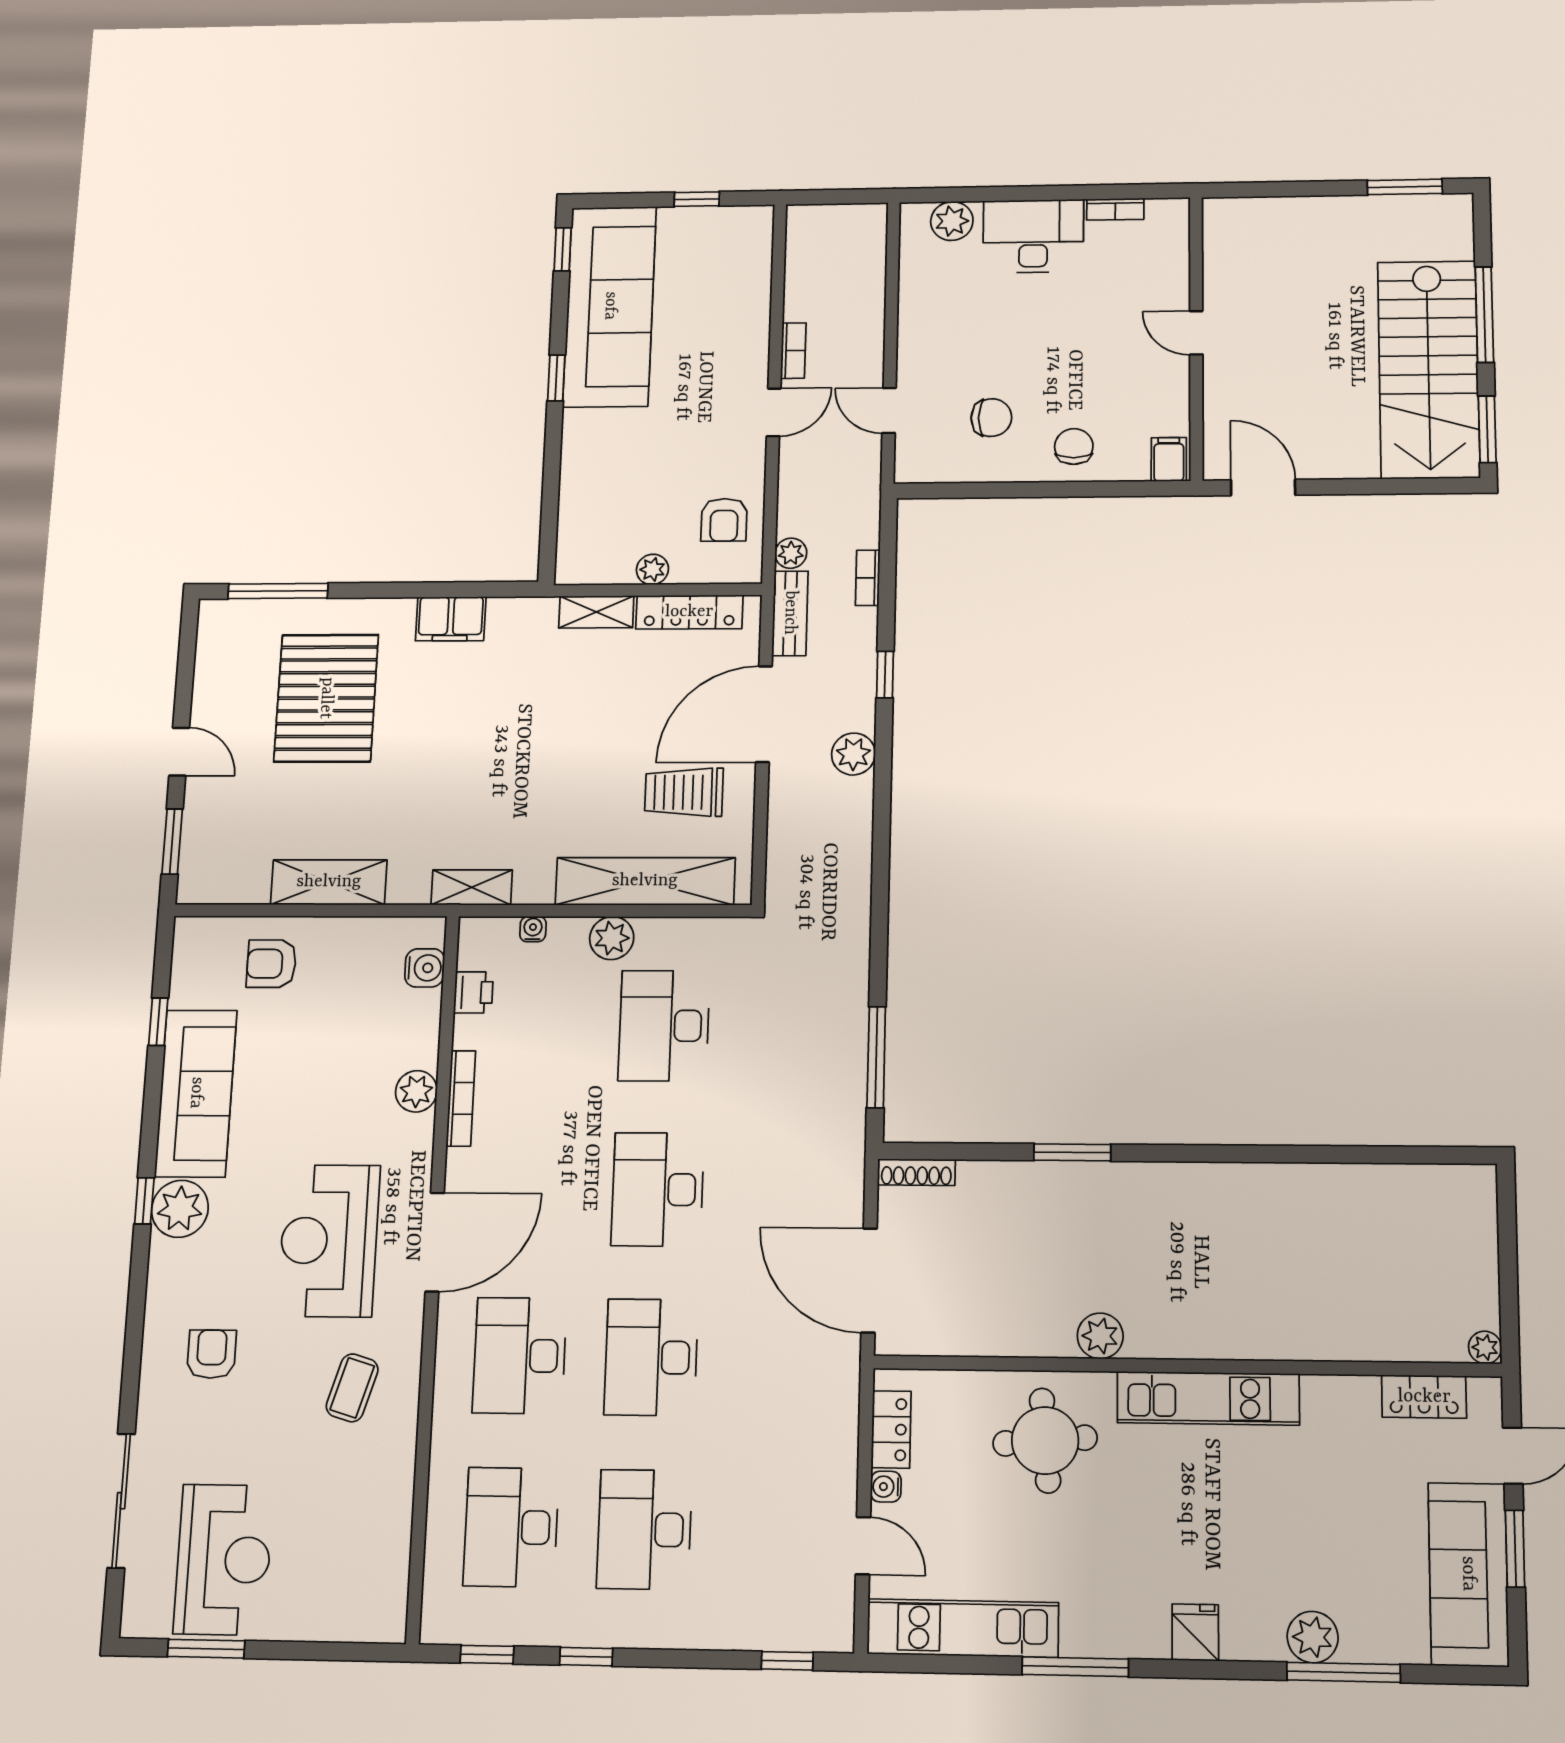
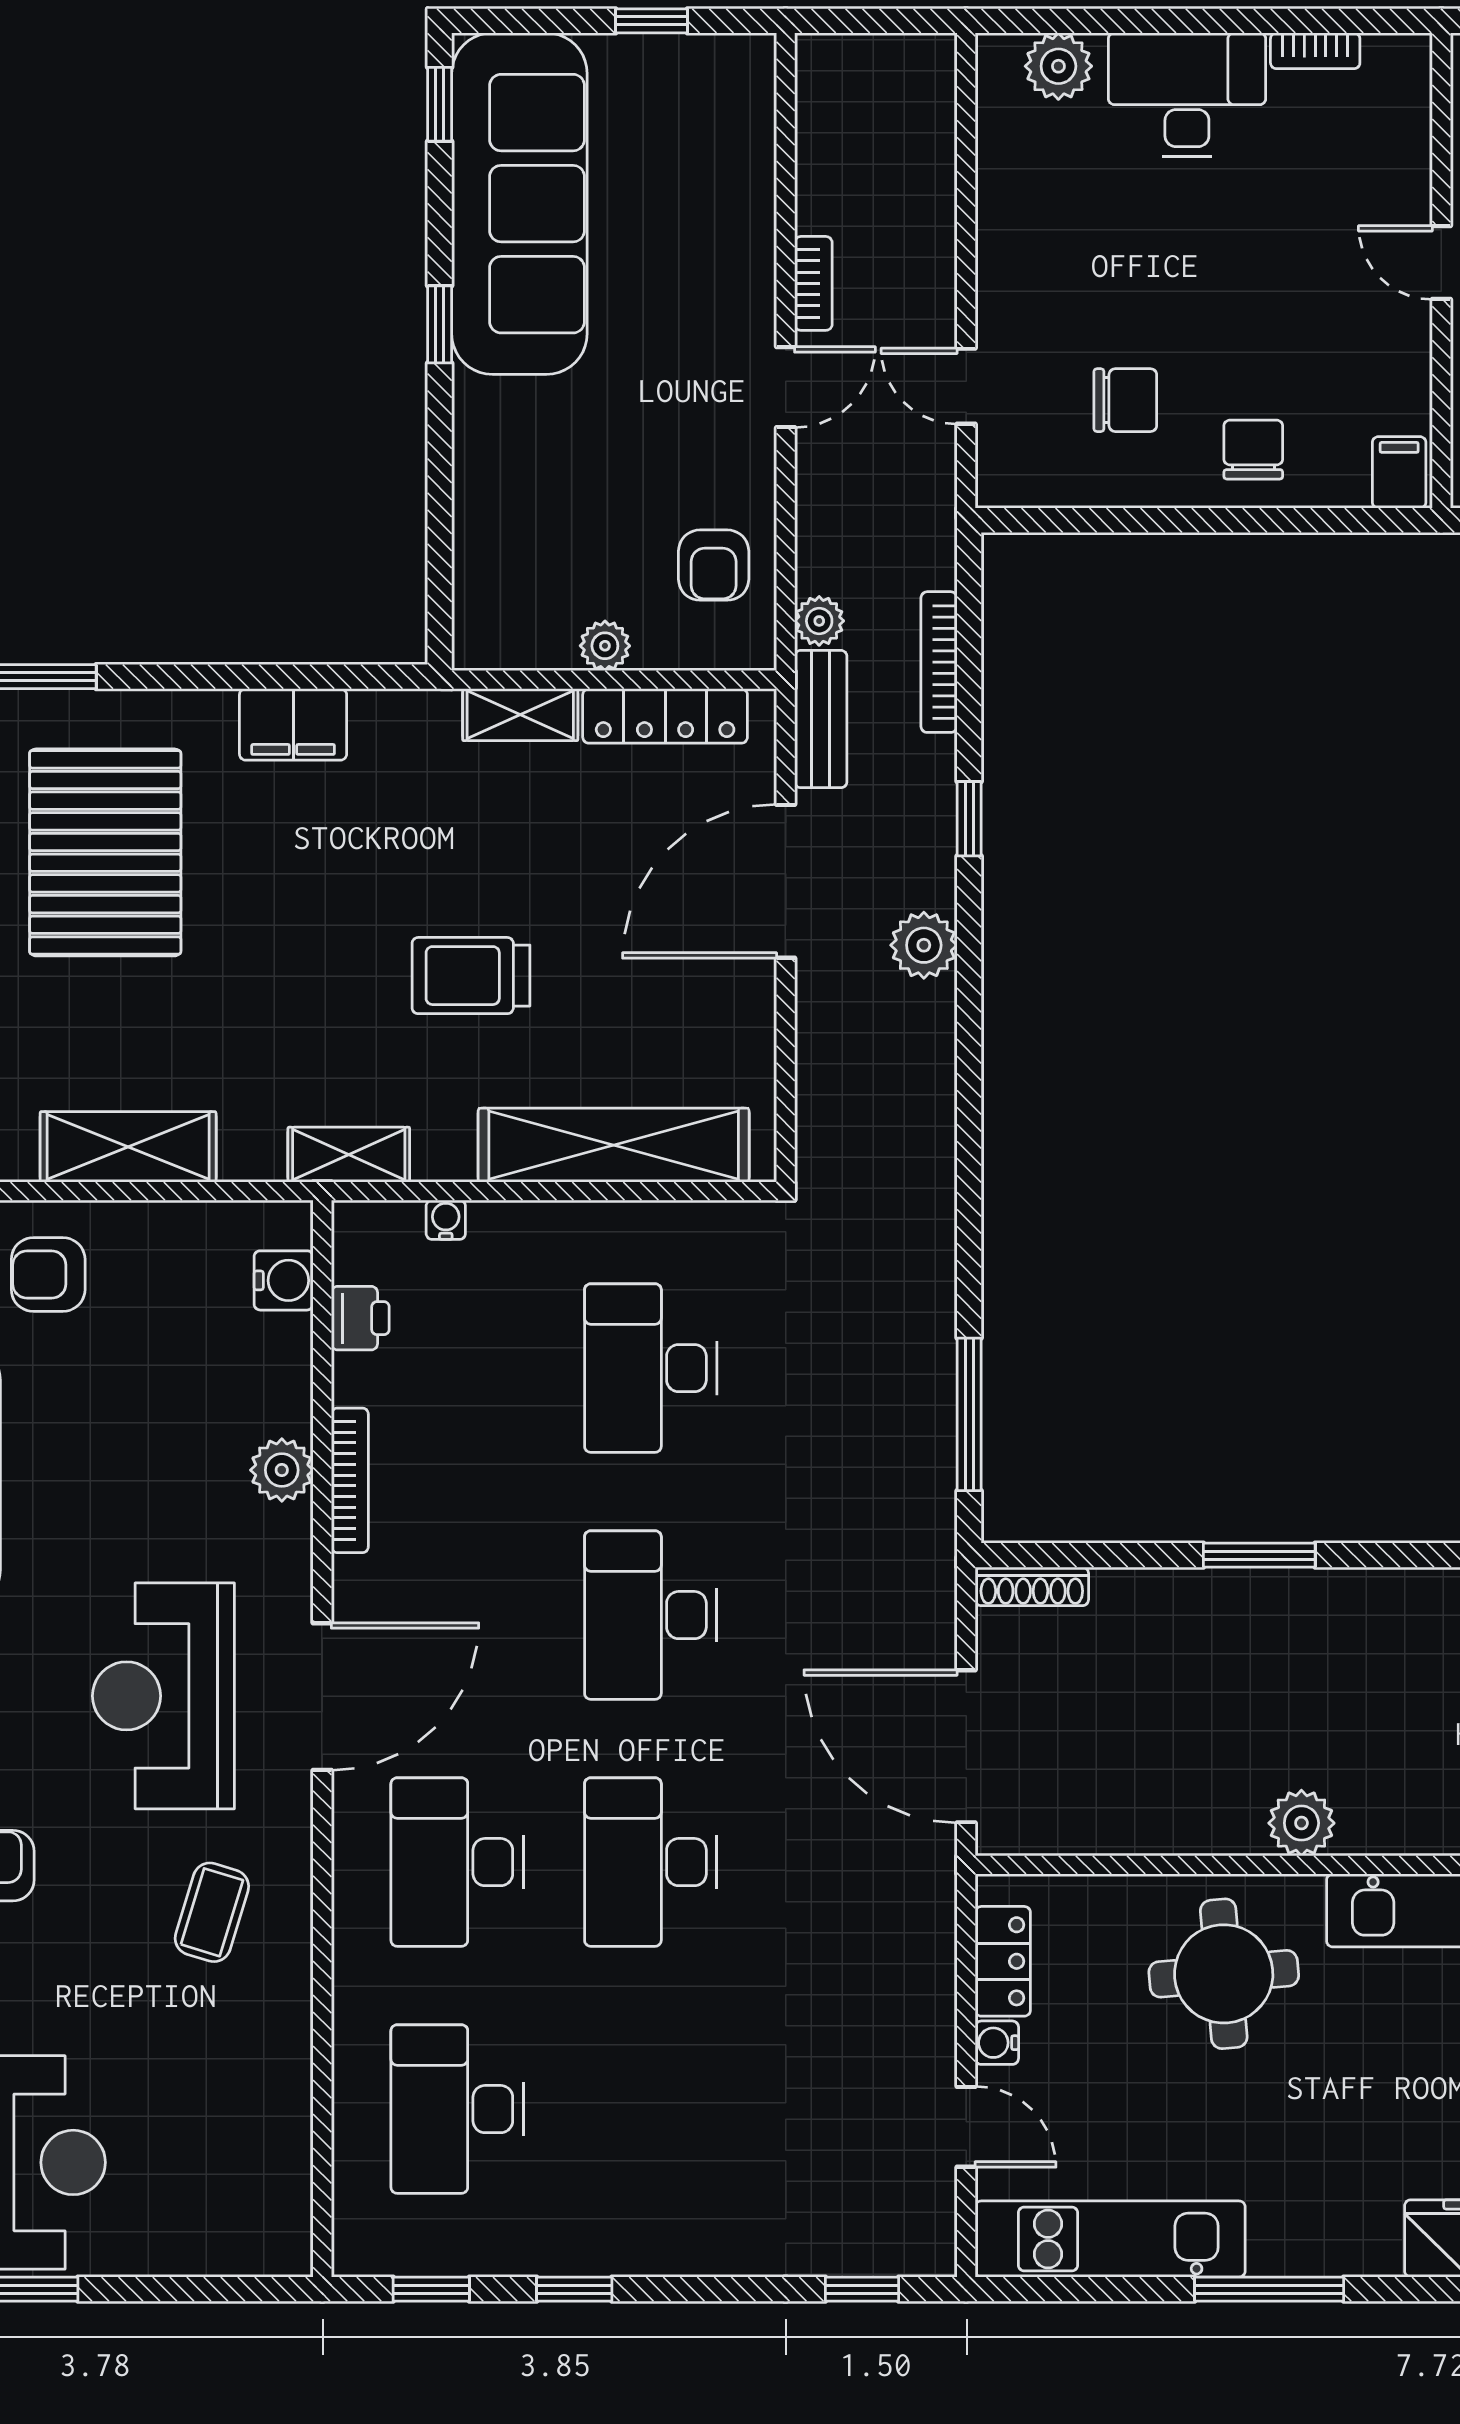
bookcase: (868, 578) -> (939, 662), width x1.56
trolley: (684, 792) -> (471, 976), moved
plant: (612, 938) -> (566, 1233), removed
desk: (644, 1529) -> (651, 2109), removed

